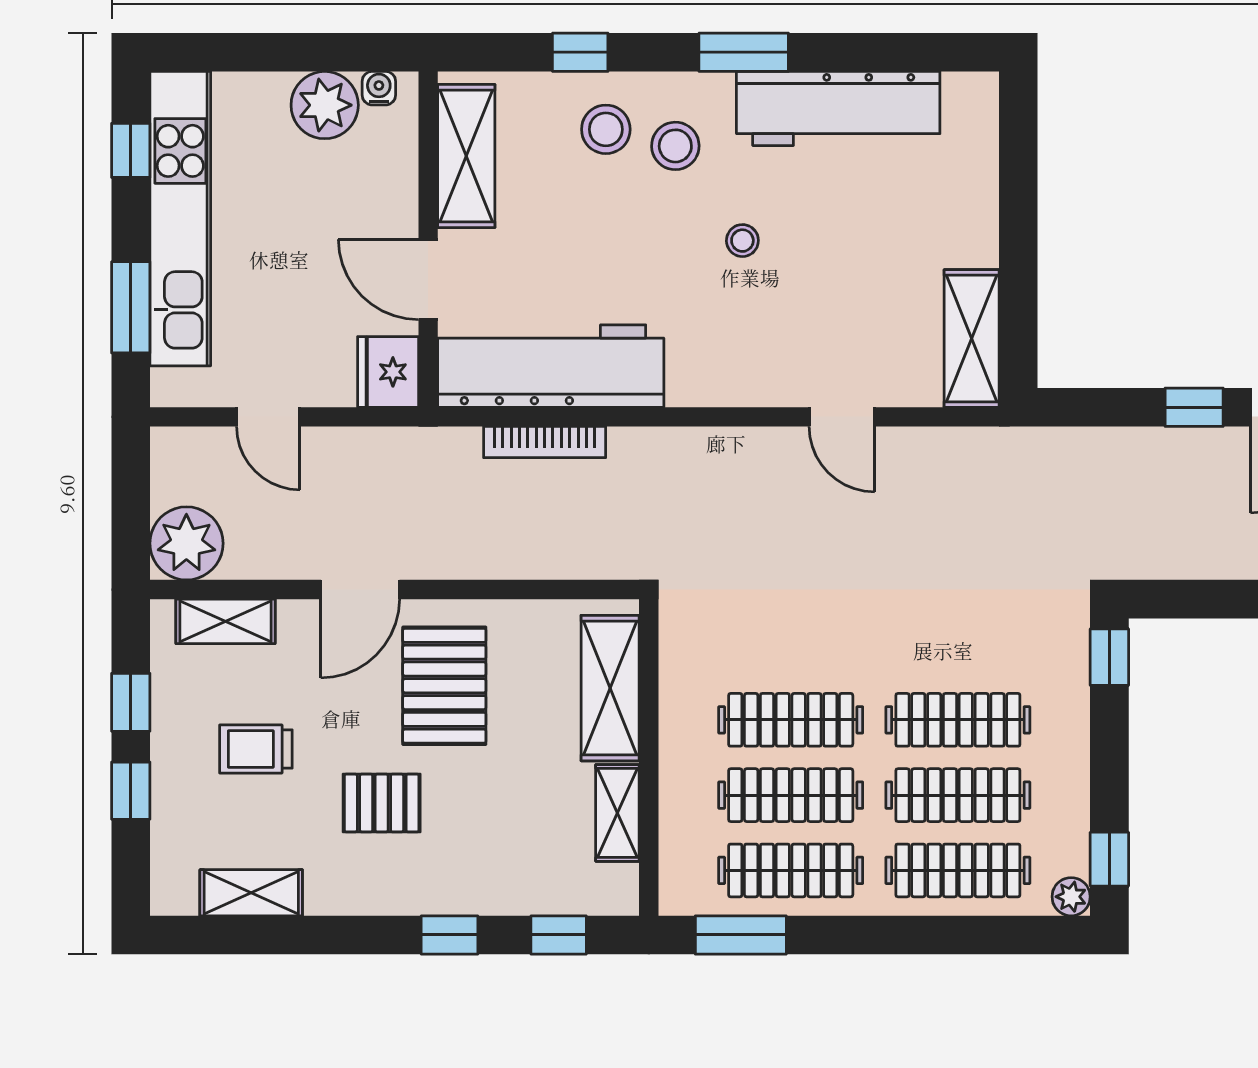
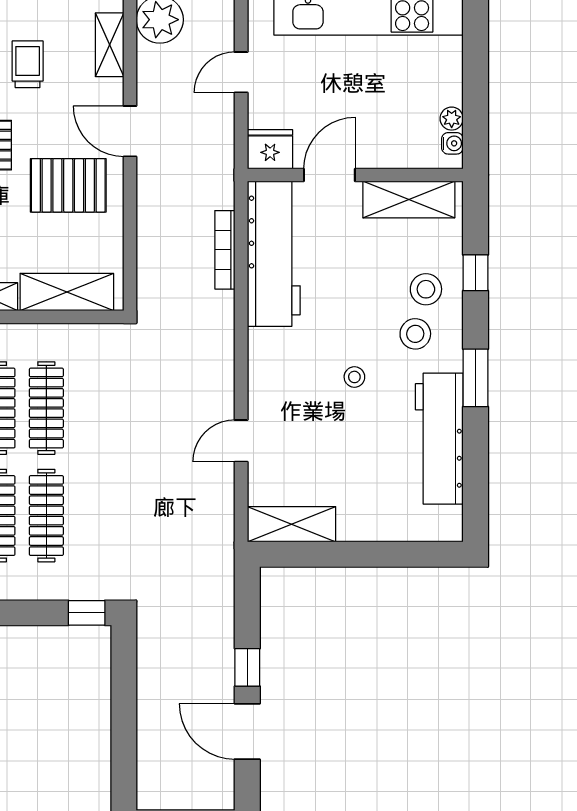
plant: (325, 105) -> (452, 119), width x0.53, depth x0.53

